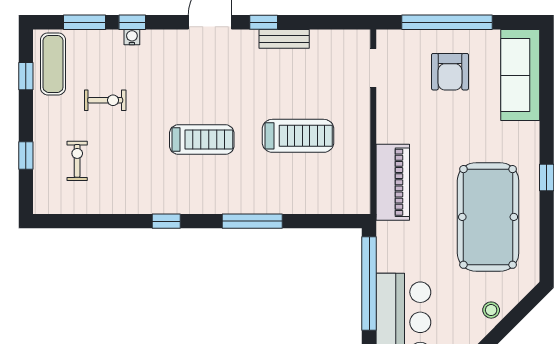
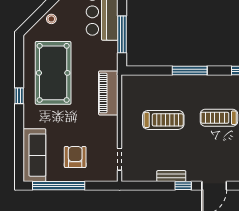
window: (447, 22) -> (59, 186), moved
treadmill: (298, 136) -> (163, 120), turned 180
window: (369, 284) -> (122, 34), width x0.68

